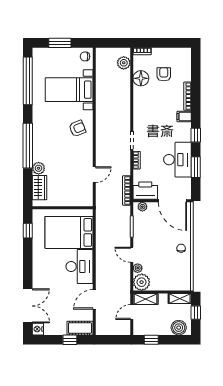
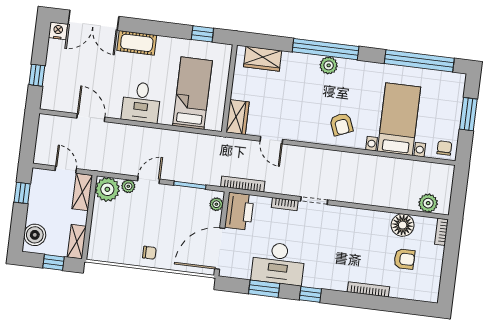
filing cabinet: (184, 117) -> (339, 281), removed
plant: (39, 168) -> (329, 65), moved
wardrobe: (81, 200) -> (238, 117), added
bed: (69, 232) -> (192, 93), width x0.67
desk: (79, 266) -> (141, 102), width x0.73
cot: (80, 328) -> (137, 43), moved, turned 90

